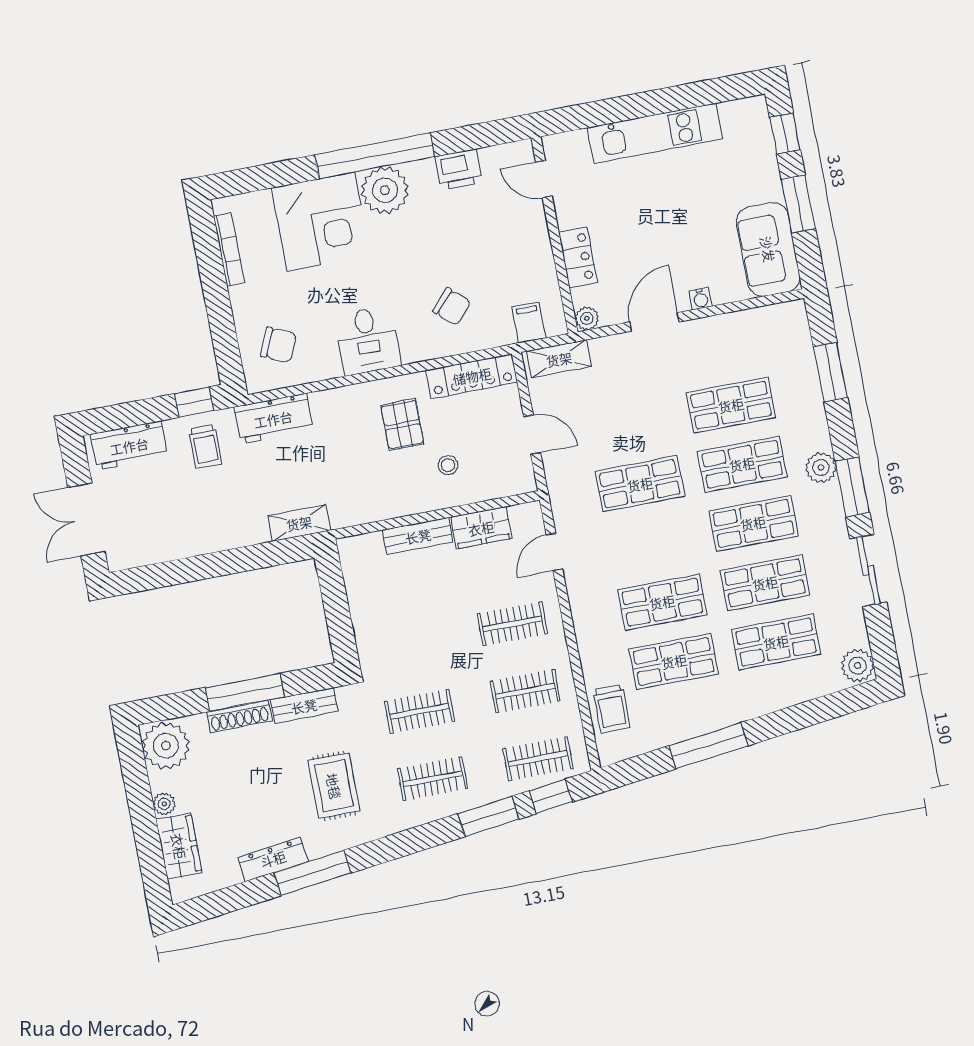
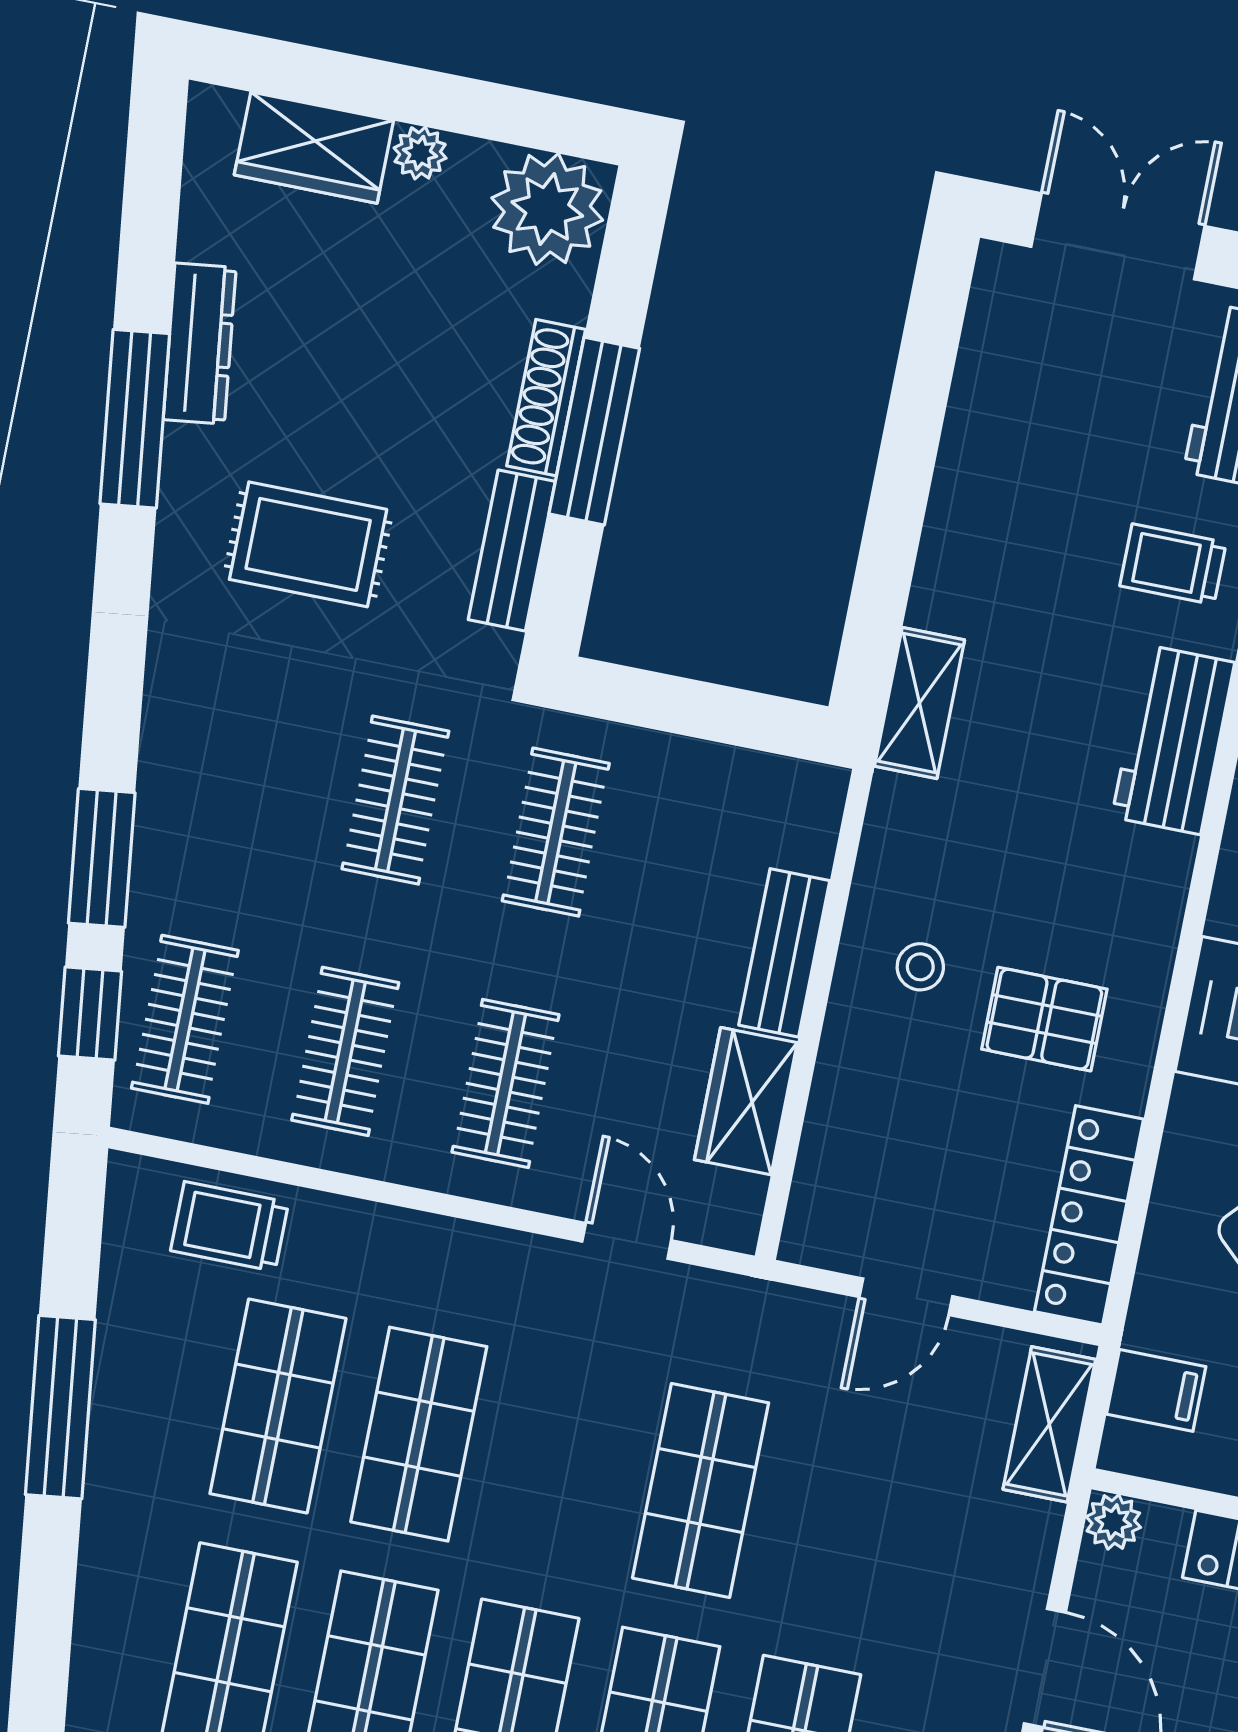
stool: (448, 465) -> (920, 967), moved
clothes rail: (432, 779) -> (556, 832), moved

